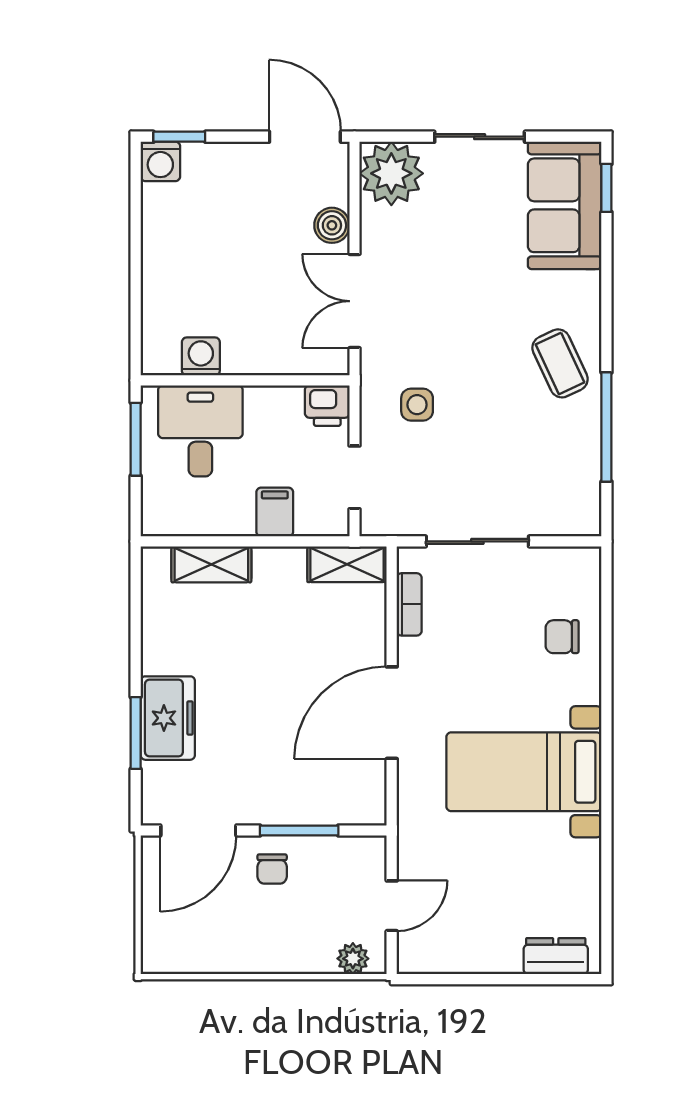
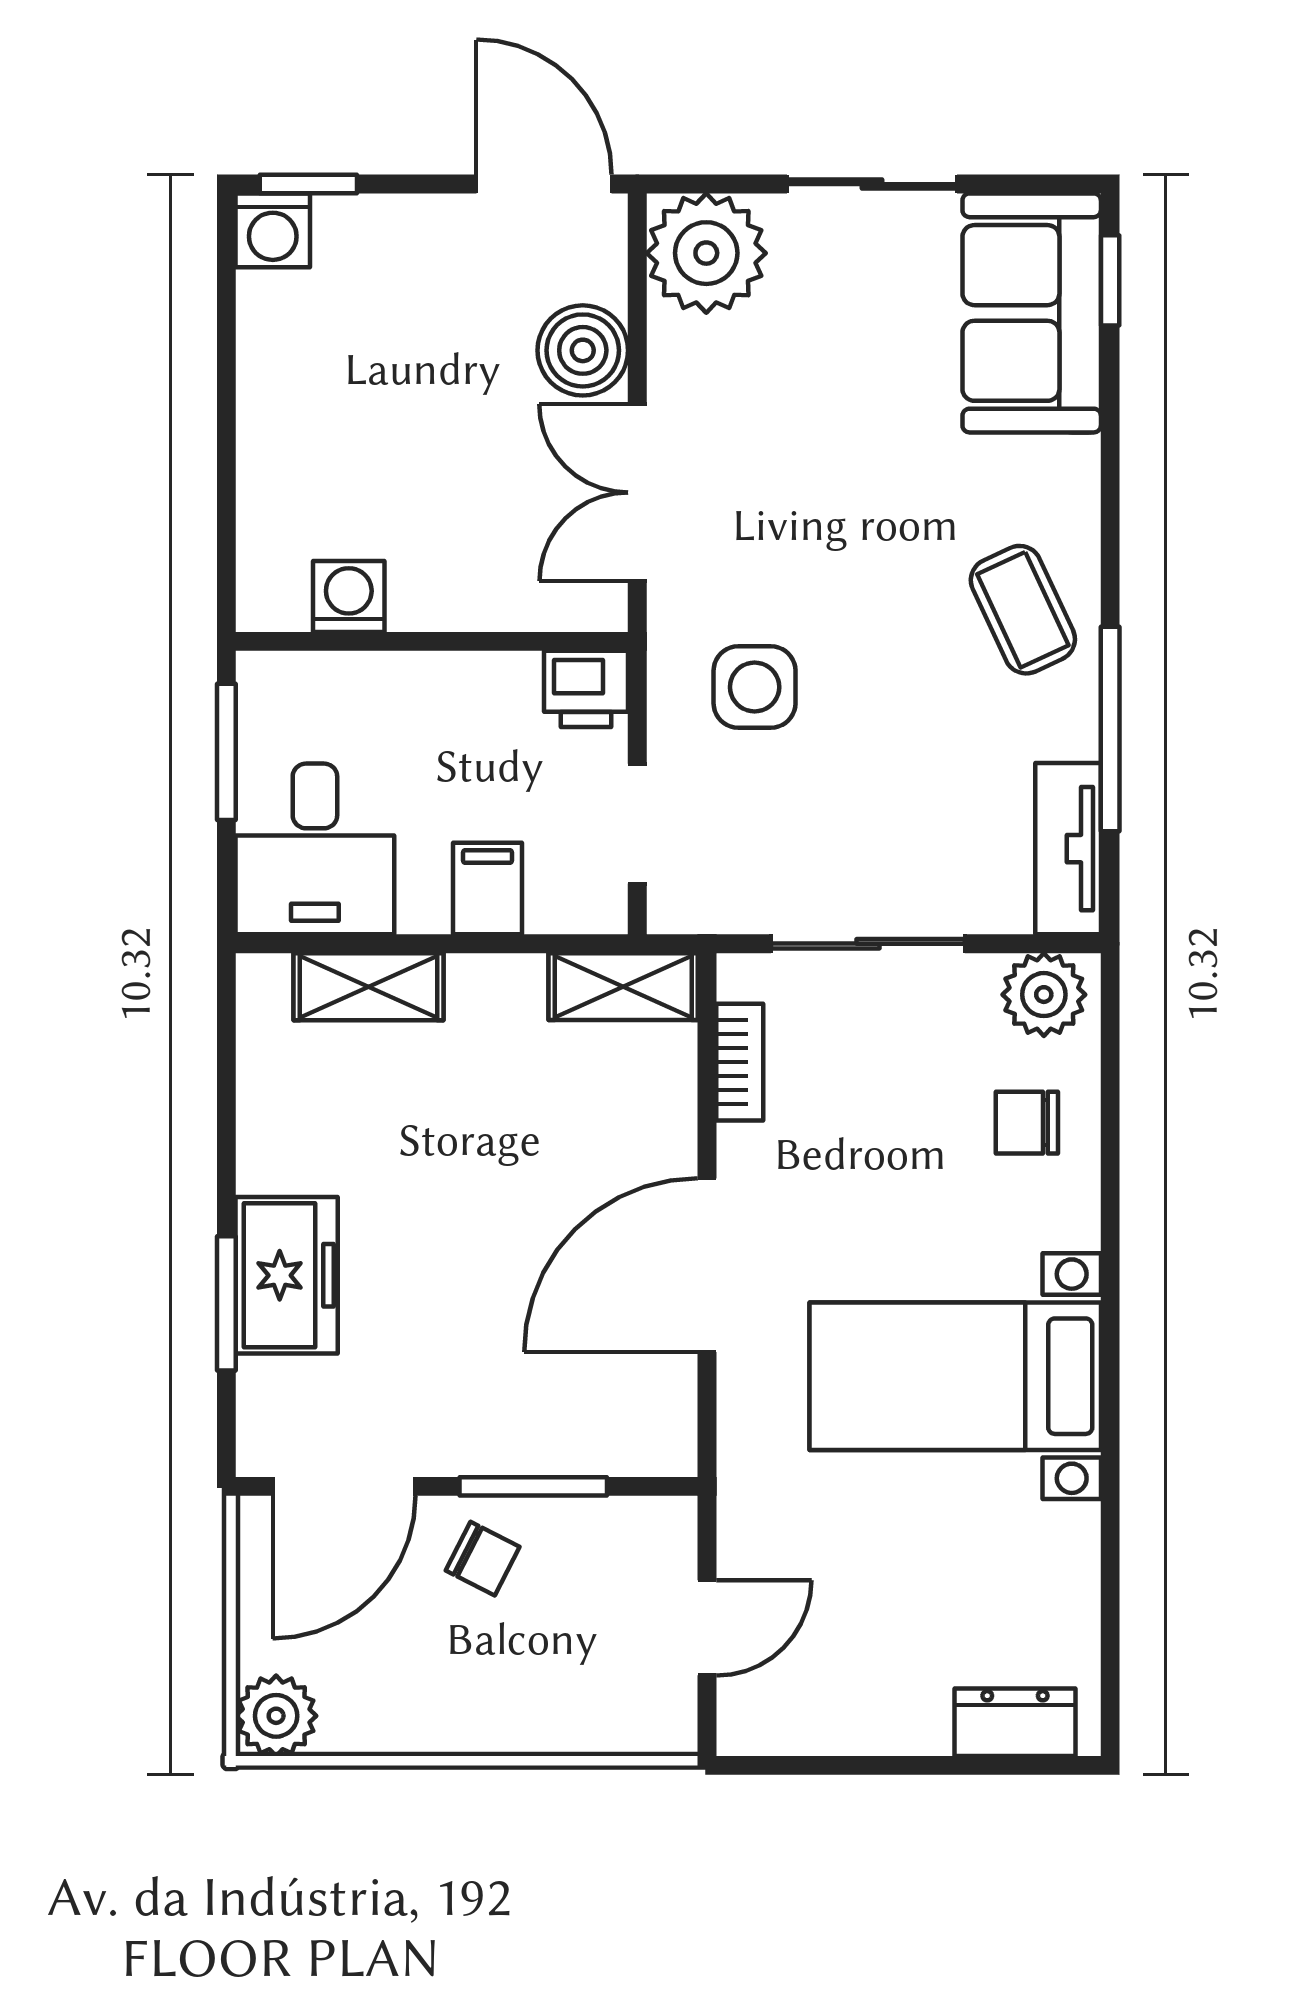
boiler: (332, 225) -> (583, 350), width x1.36, depth x1.36
side table: (417, 405) -> (755, 687), width x1.37, depth x1.37
desk: (200, 431) -> (315, 849), moved, turned 180
tv unit: (584, 491) -> (1068, 849), added
plant: (571, 568) -> (1044, 995), added
chair: (272, 869) -> (483, 1559), turned -63
plant: (353, 959) -> (276, 1716), moved, width x1.38, depth x1.38

